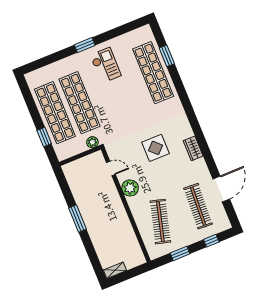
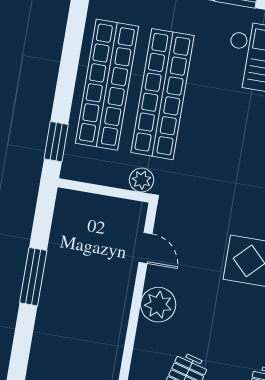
window: (44, 137) -> (56, 142), moved
window: (78, 219) -> (33, 277), moved

